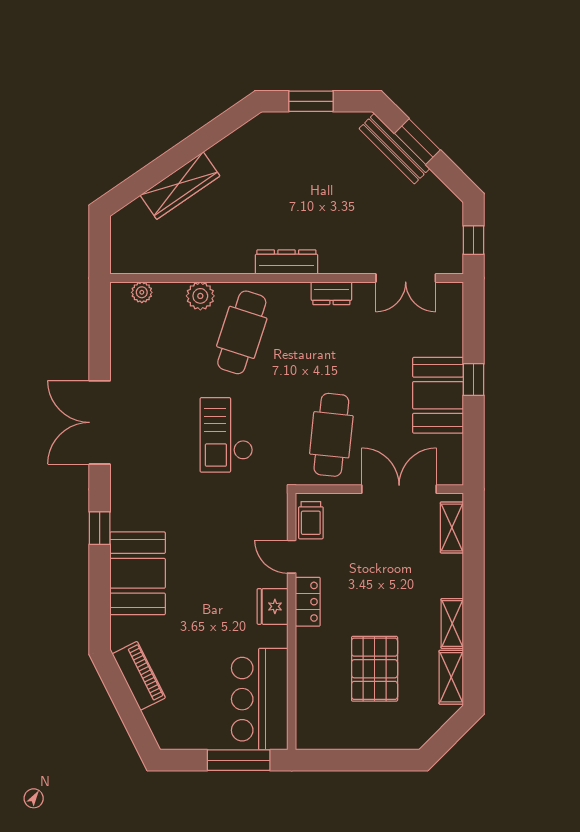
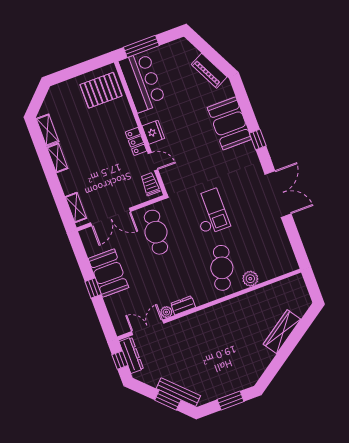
dresser: (286, 262) -> (131, 355), moved, turned -90
plant: (142, 292) -> (166, 312), moved
pallet: (375, 669) -> (101, 90), moved, turned 90

